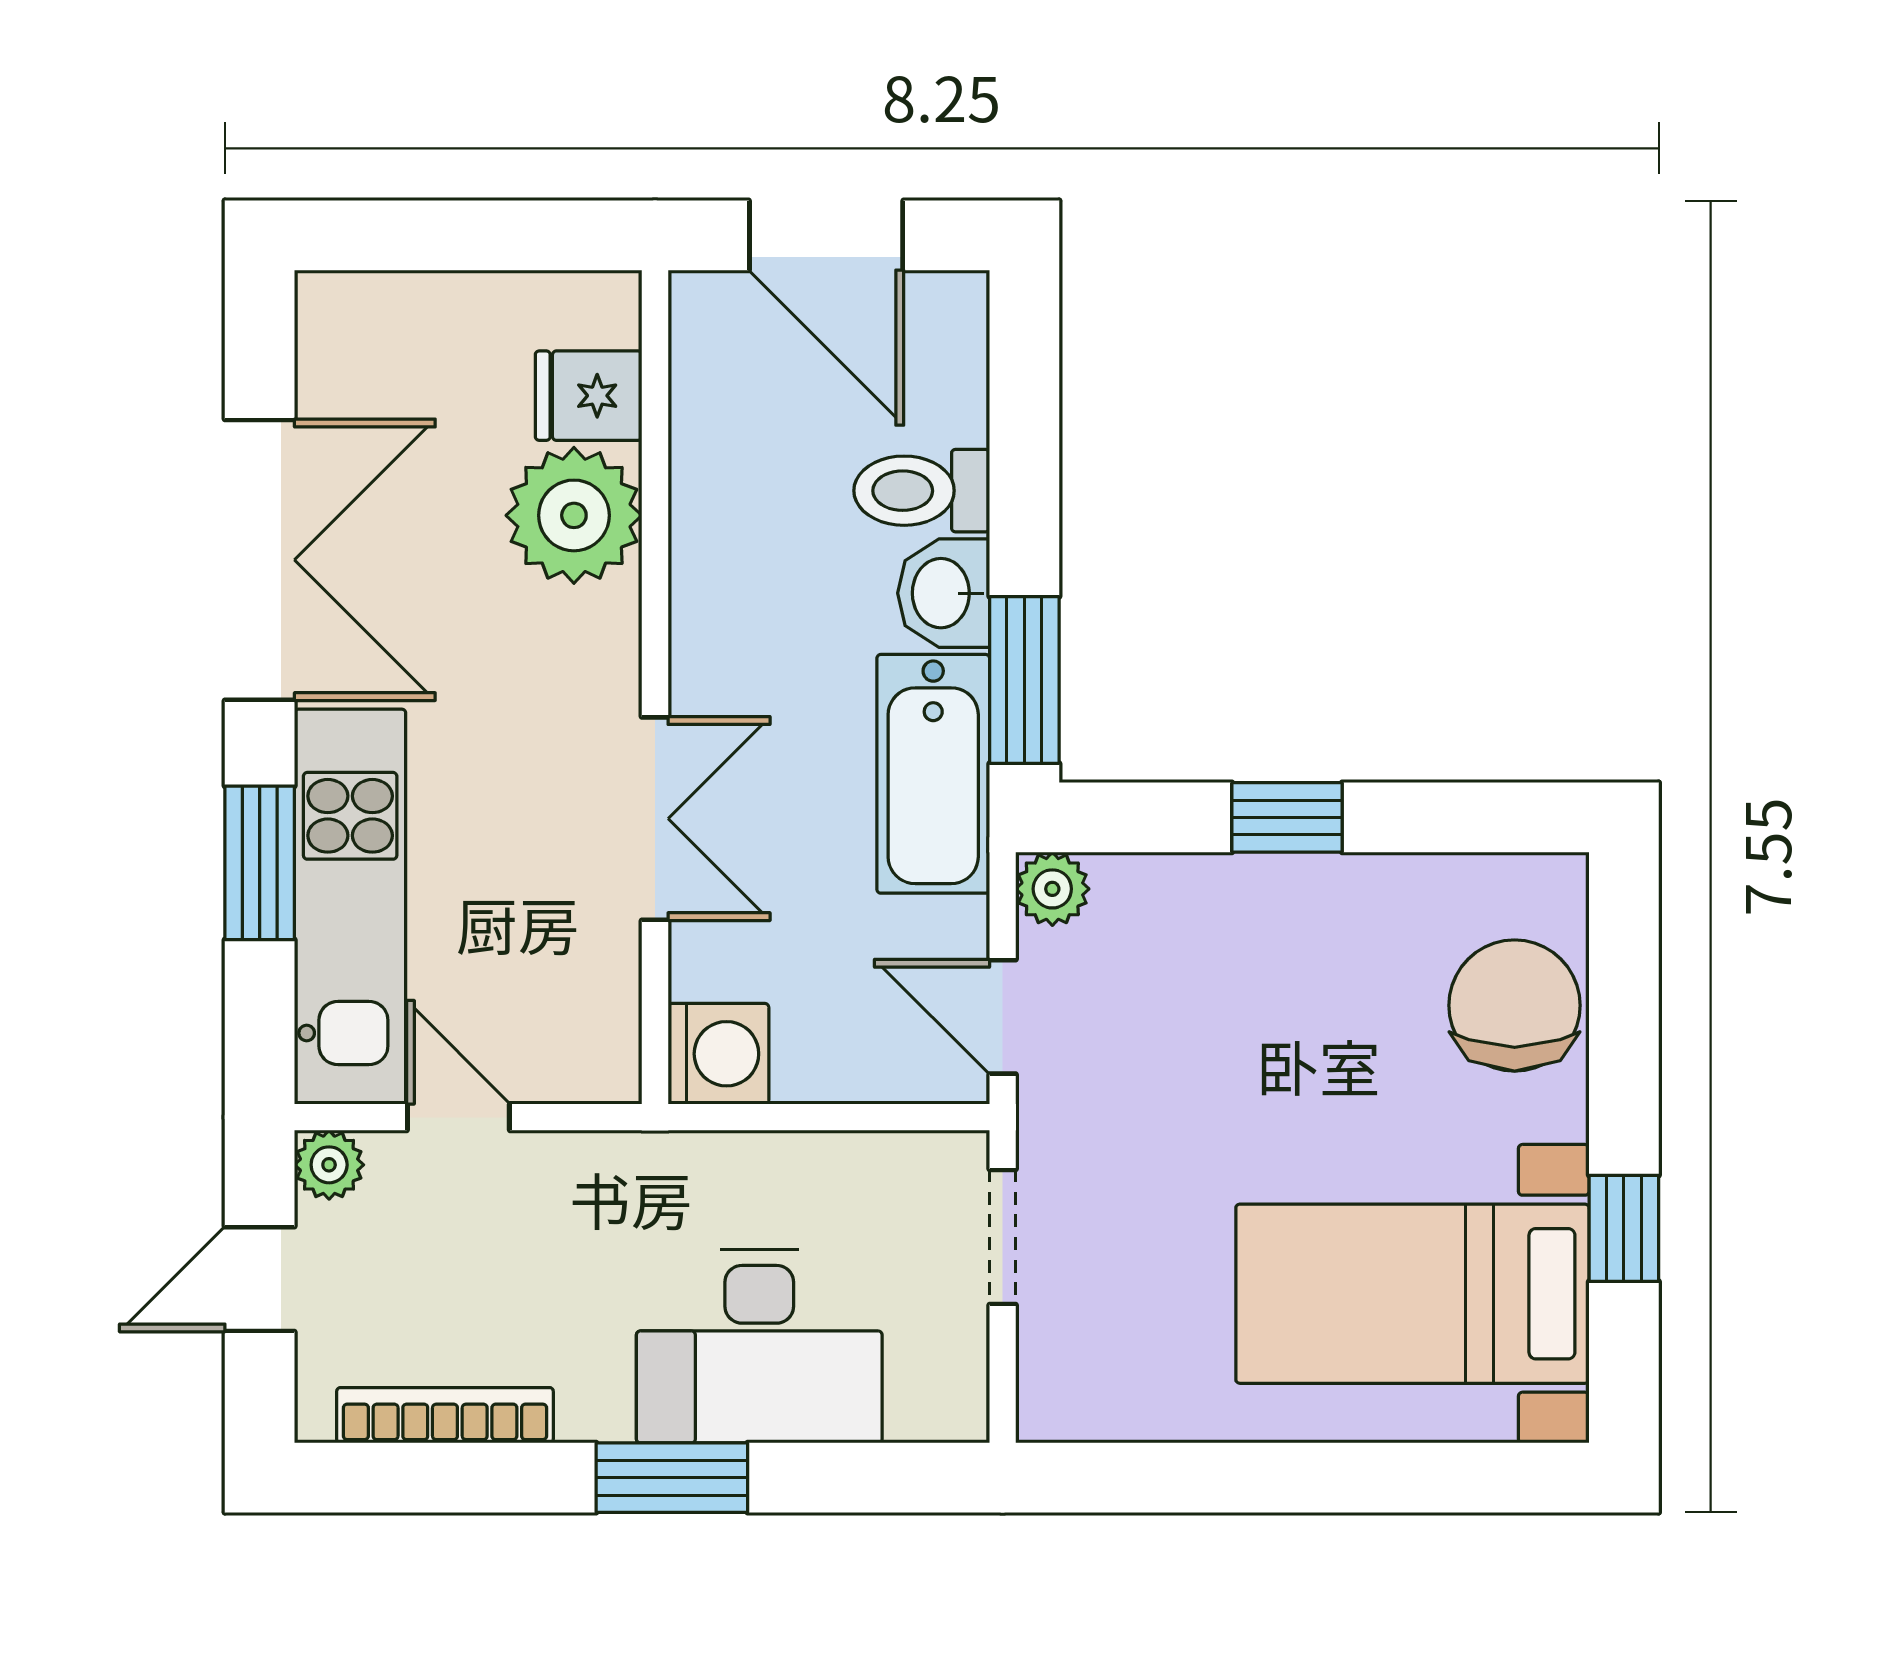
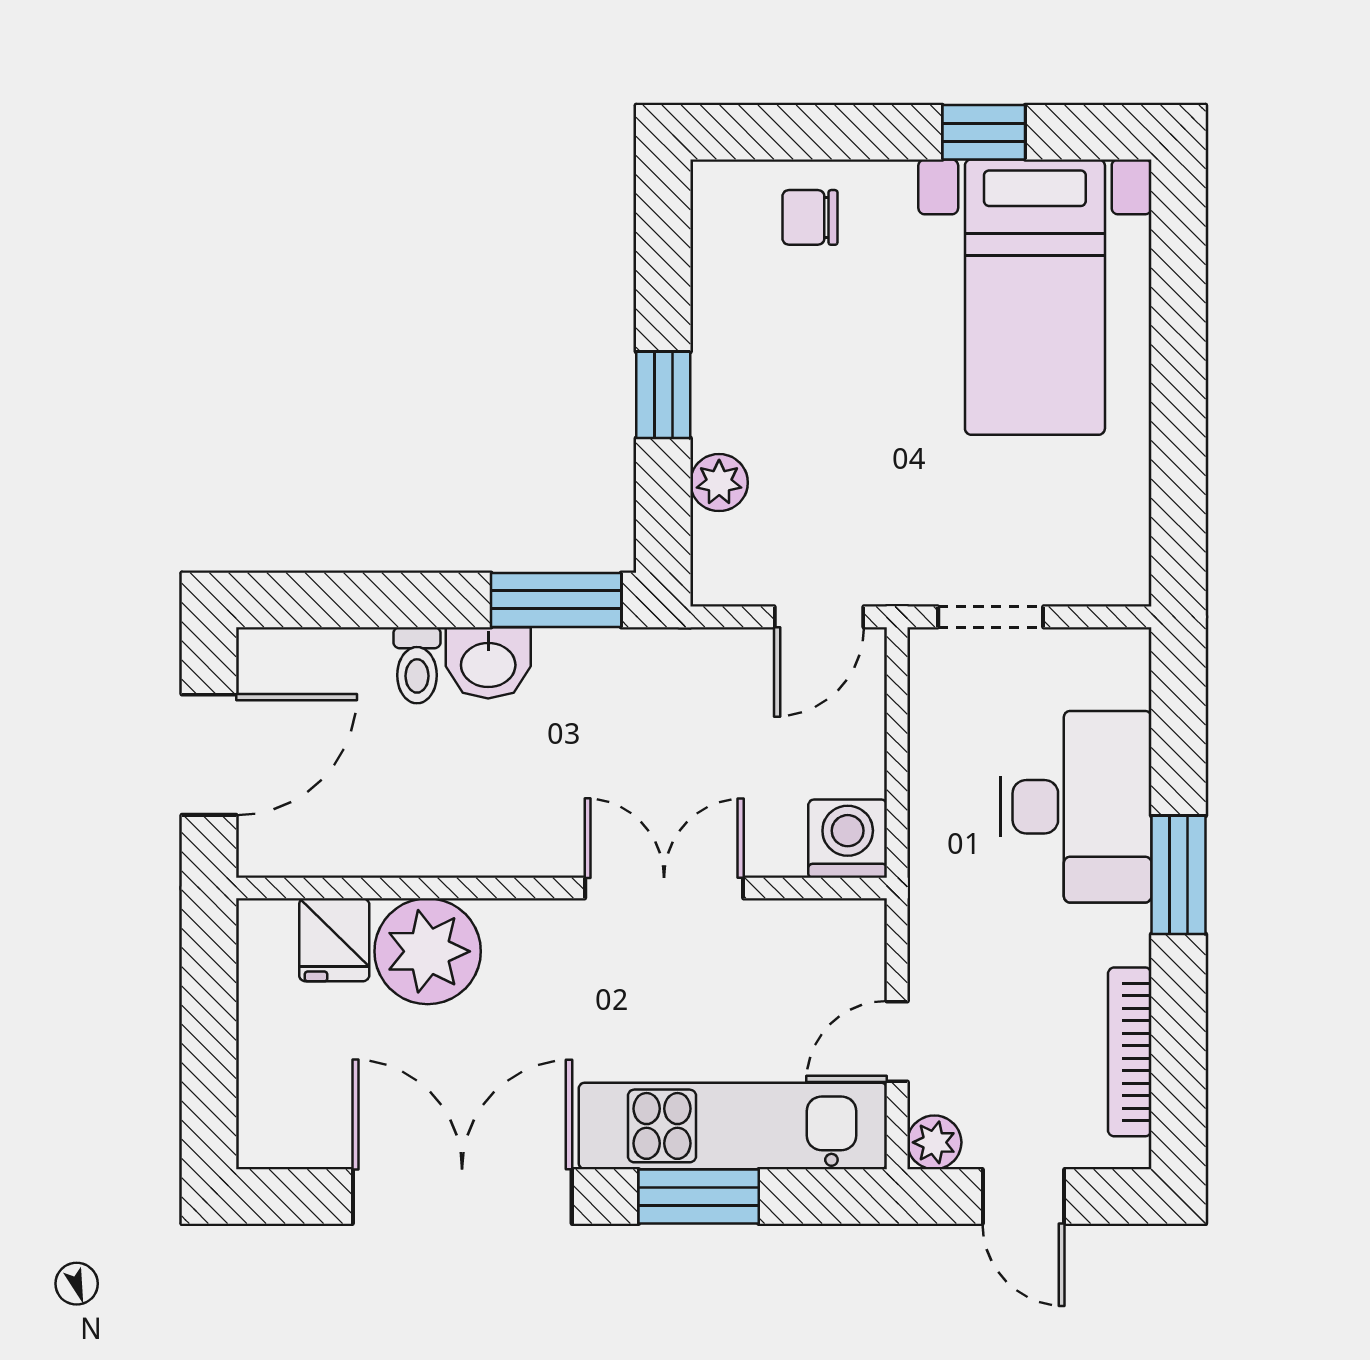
toilet: (922, 491) -> (417, 665), width x0.73, depth x0.72
bathtub: (933, 774) -> (629, 671), removed
plant: (1052, 889) -> (719, 483), moved
chair: (1515, 1005) -> (810, 217), width x0.54, depth x0.54

